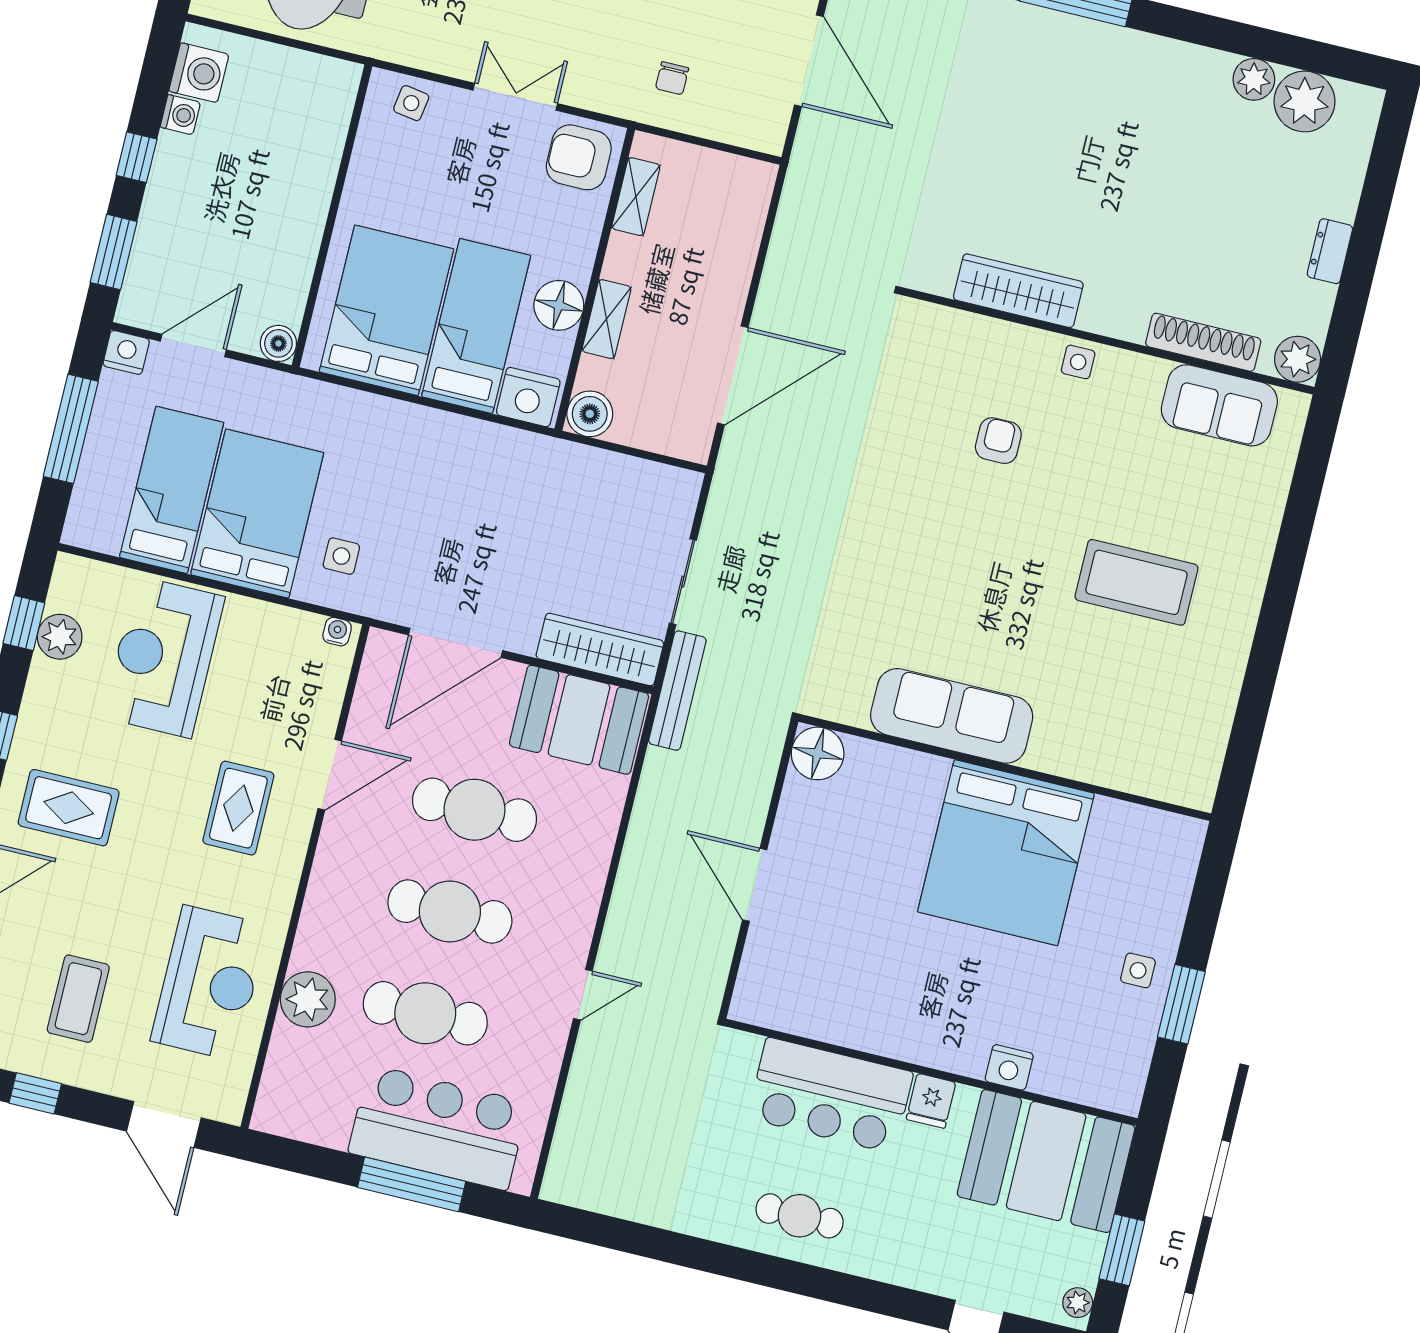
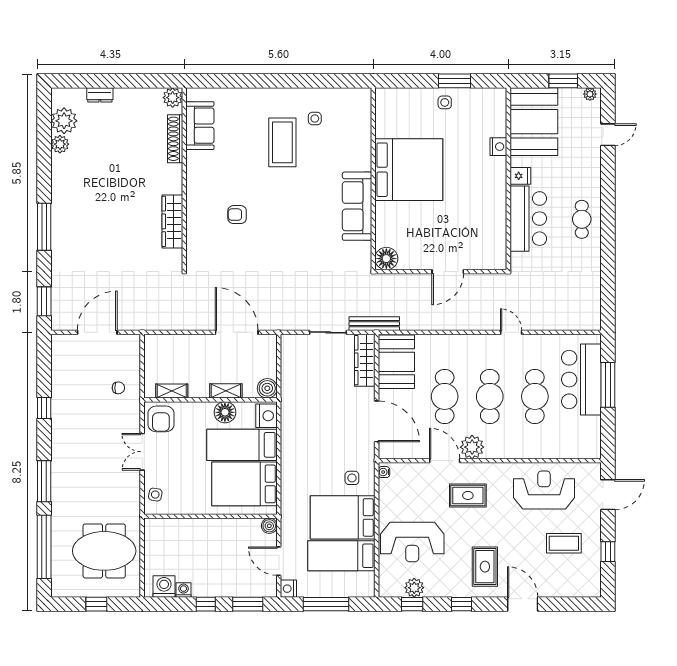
dresser: (1330, 251) -> (100, 95), moved
side table: (1078, 362) -> (315, 119), moved
plant: (308, 999) -> (472, 447), moved

